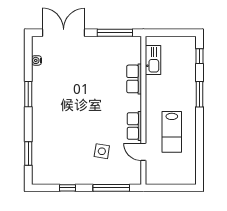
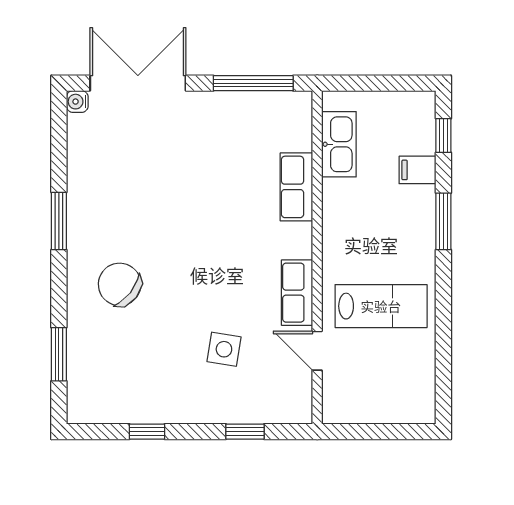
water cooler: (36, 60) -> (77, 102), moved
filing cabinet: (188, 71) -> (417, 170), added
chair: (55, 122) -> (120, 284), added
lab bench: (172, 132) -> (381, 306), turned -90
window: (111, 188) -> (245, 432), width x0.46

